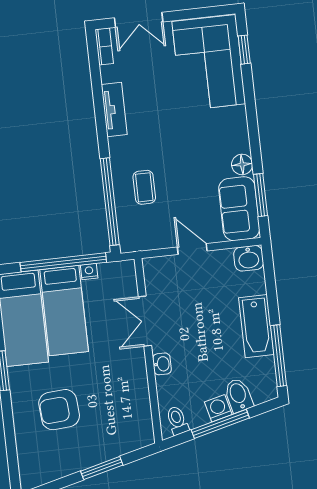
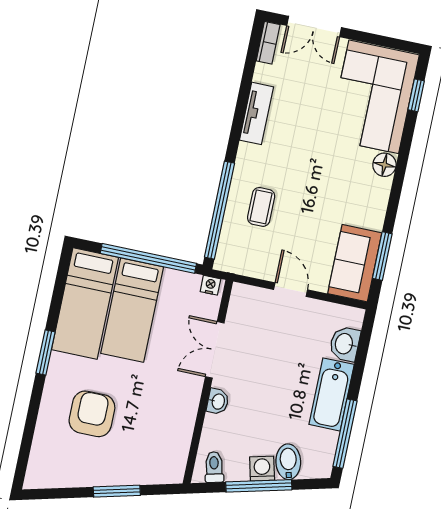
floor lamp: (242, 164) -> (384, 165), moved
washbasin: (249, 258) -> (345, 344), moved, turned 90
nightstand: (89, 271) -> (210, 285), moved
armchair: (59, 410) -> (92, 414), turned 94

